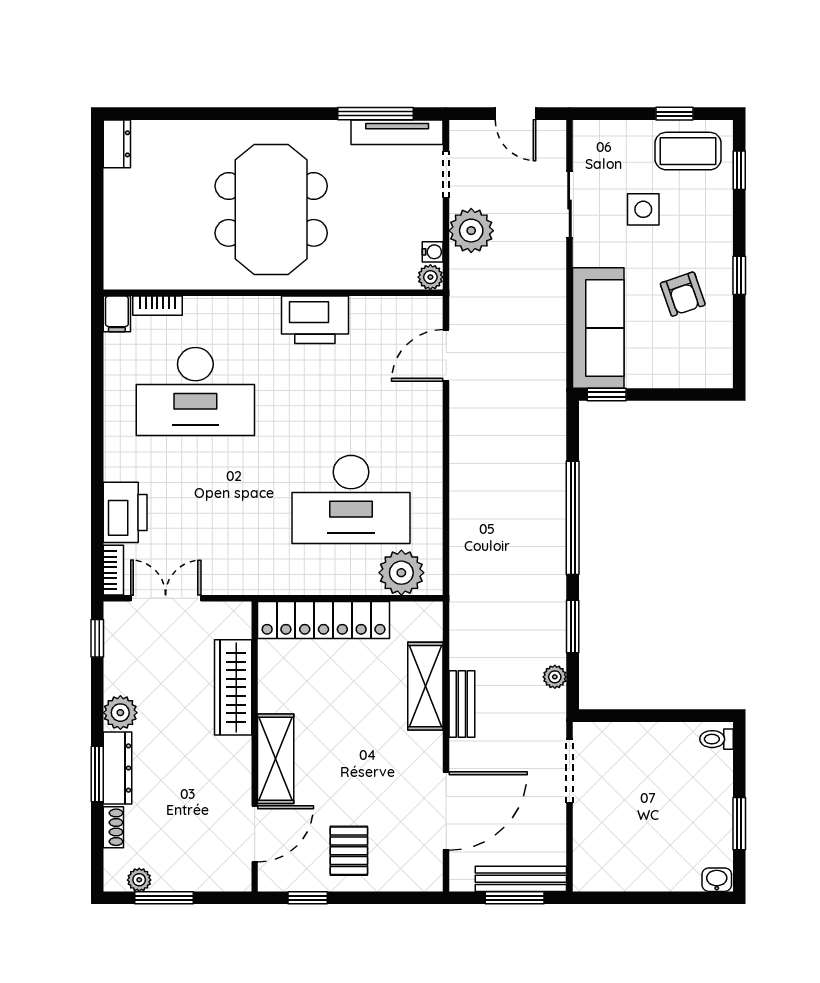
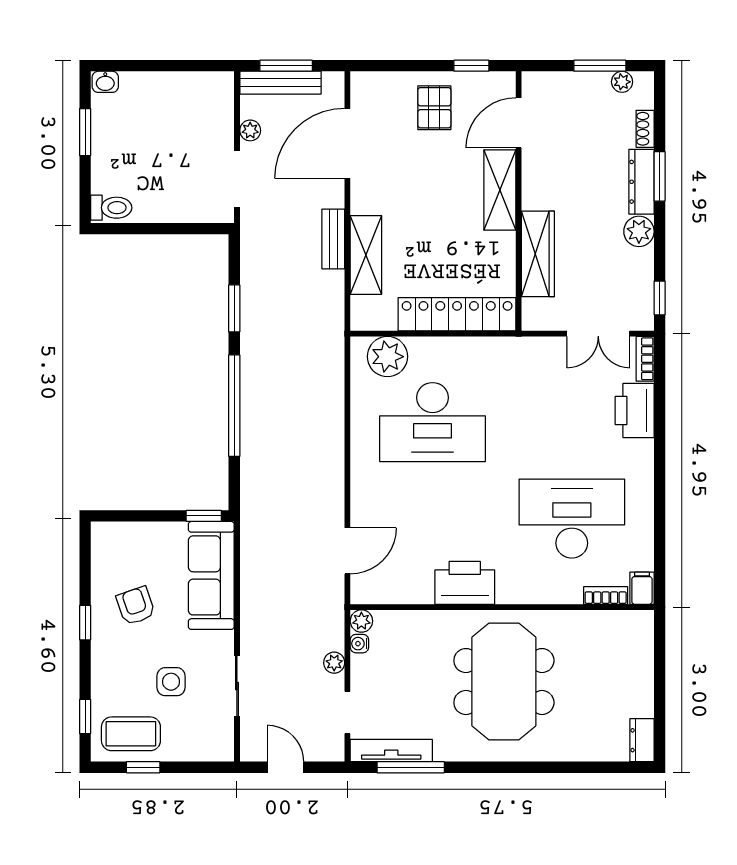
plant: (471, 231) -> (334, 663), width x0.53, depth x0.53
desk: (351, 499) -> (433, 422), turned 180
plant: (555, 677) -> (250, 130), moved
toilet: (717, 739) -> (111, 208), width x1.37, depth x1.39

